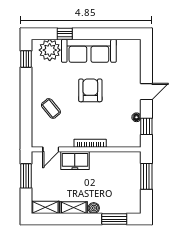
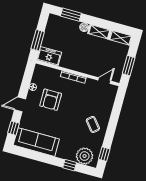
sofa: (89, 51) -> (36, 142), moved
armchair: (90, 90) -> (51, 100), moved
coffee table: (51, 108) -> (93, 124), moved
window: (146, 126) -> (13, 128), moved
freezer: (75, 161) -> (49, 56), moved

